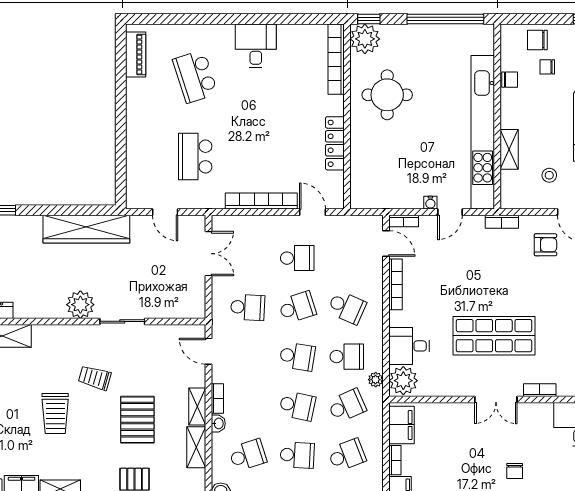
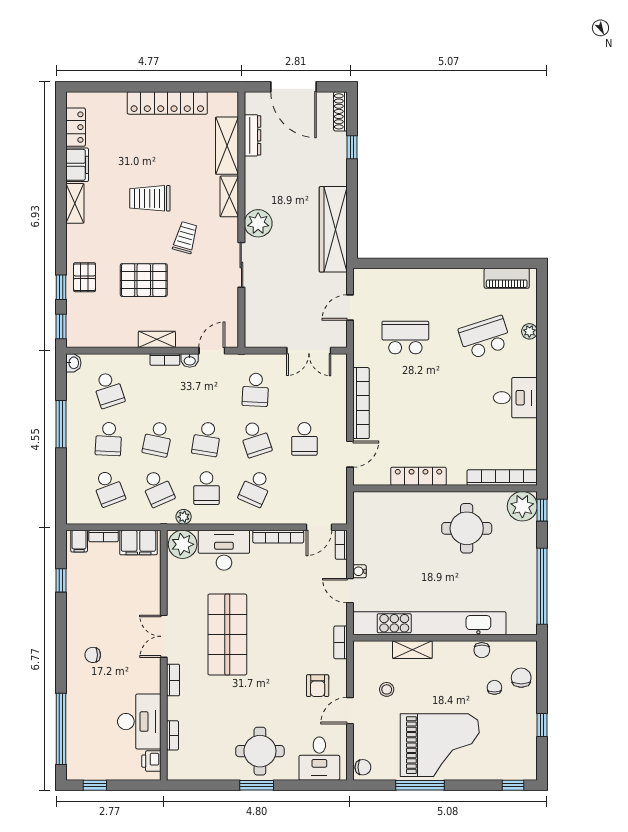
plant: (189, 32) -> (529, 331), added
desk: (409, 346) -> (224, 550), width x1.37
washbasin: (218, 423) -> (190, 360), moved
shelving: (196, 447) -> (229, 196), moved, turned 90

